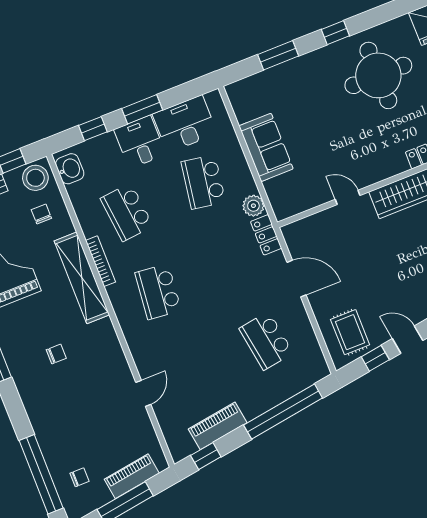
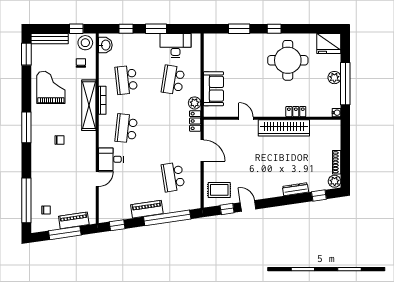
desk: (140, 142) -> (111, 159), moved, turned -90
sofa: (266, 147) -> (213, 89), moved
rug: (350, 332) -> (219, 190), turned 90
piano: (218, 426) -> (147, 209), moved

